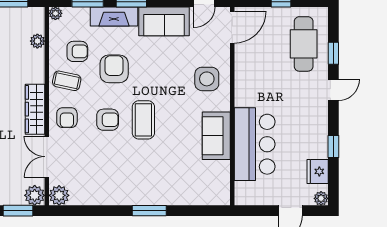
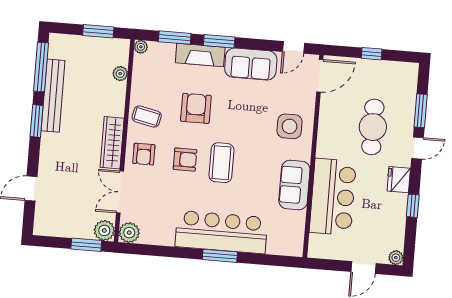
cafe table: (304, 44) -> (373, 127), moved
armchair: (77, 51) -> (160, 87), removed
window: (333, 53) -> (421, 111), width x1.50
fridge: (318, 171) -> (399, 180), moved
bar counter: (149, 187) -> (221, 232), added

